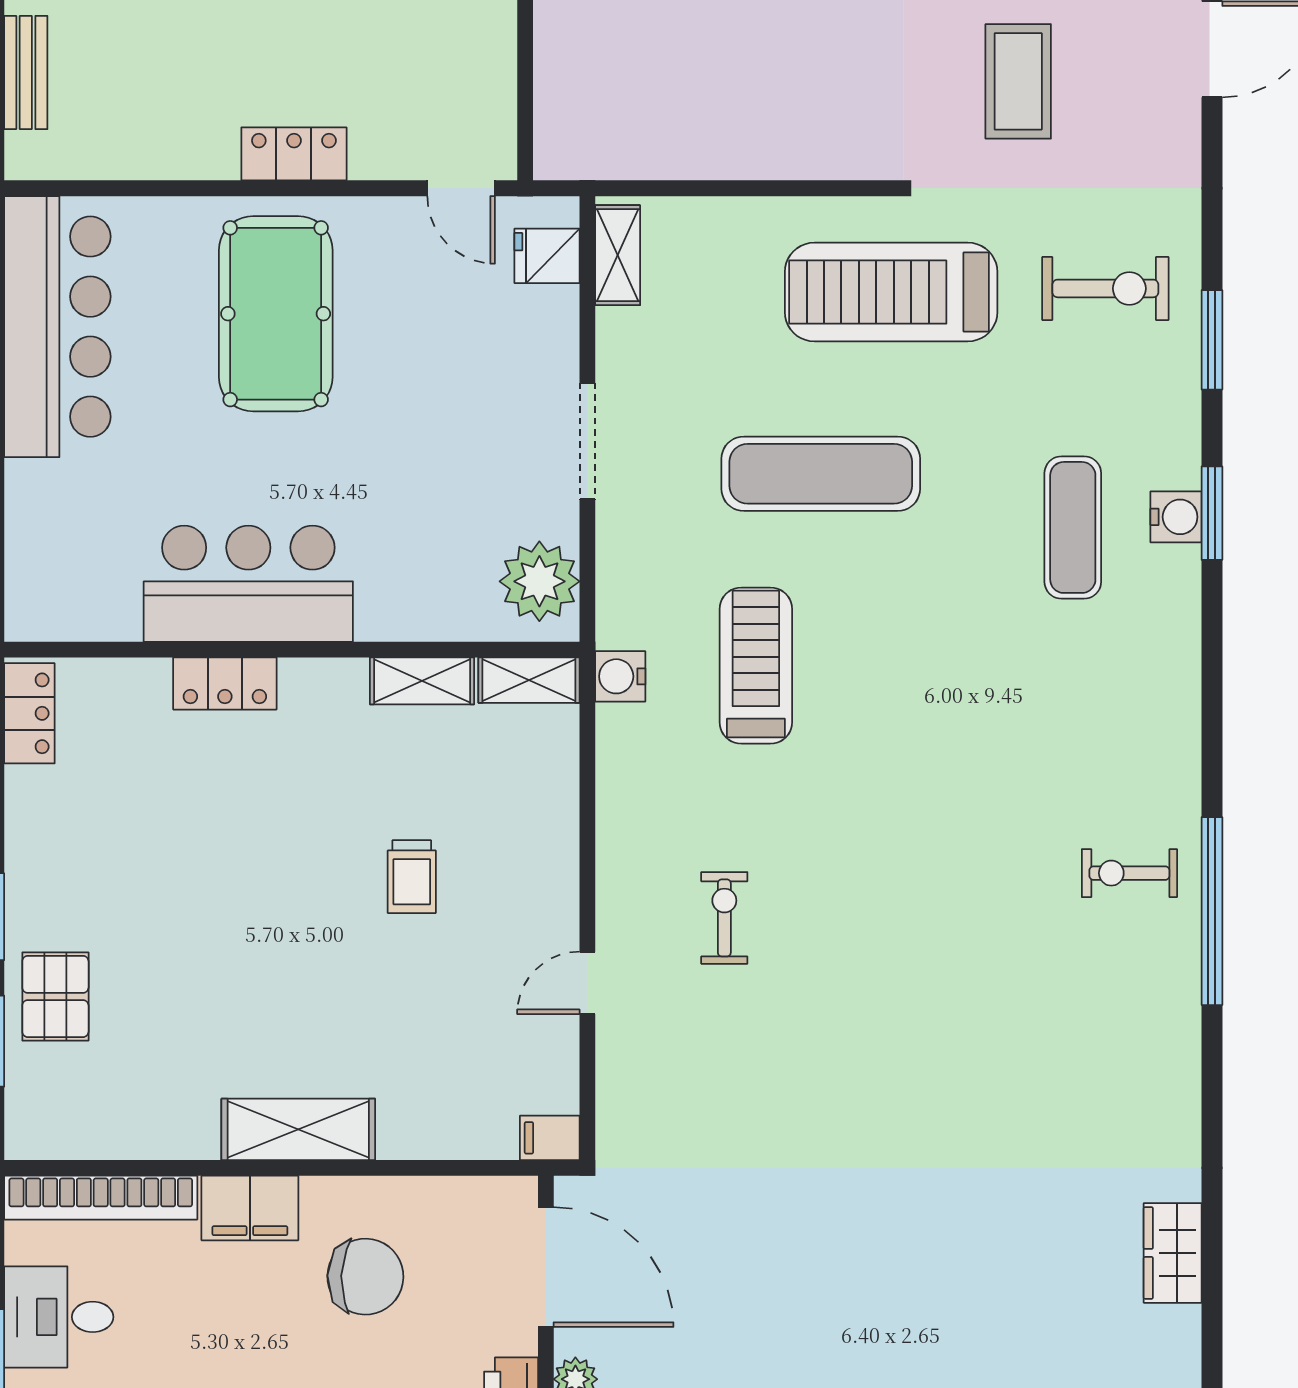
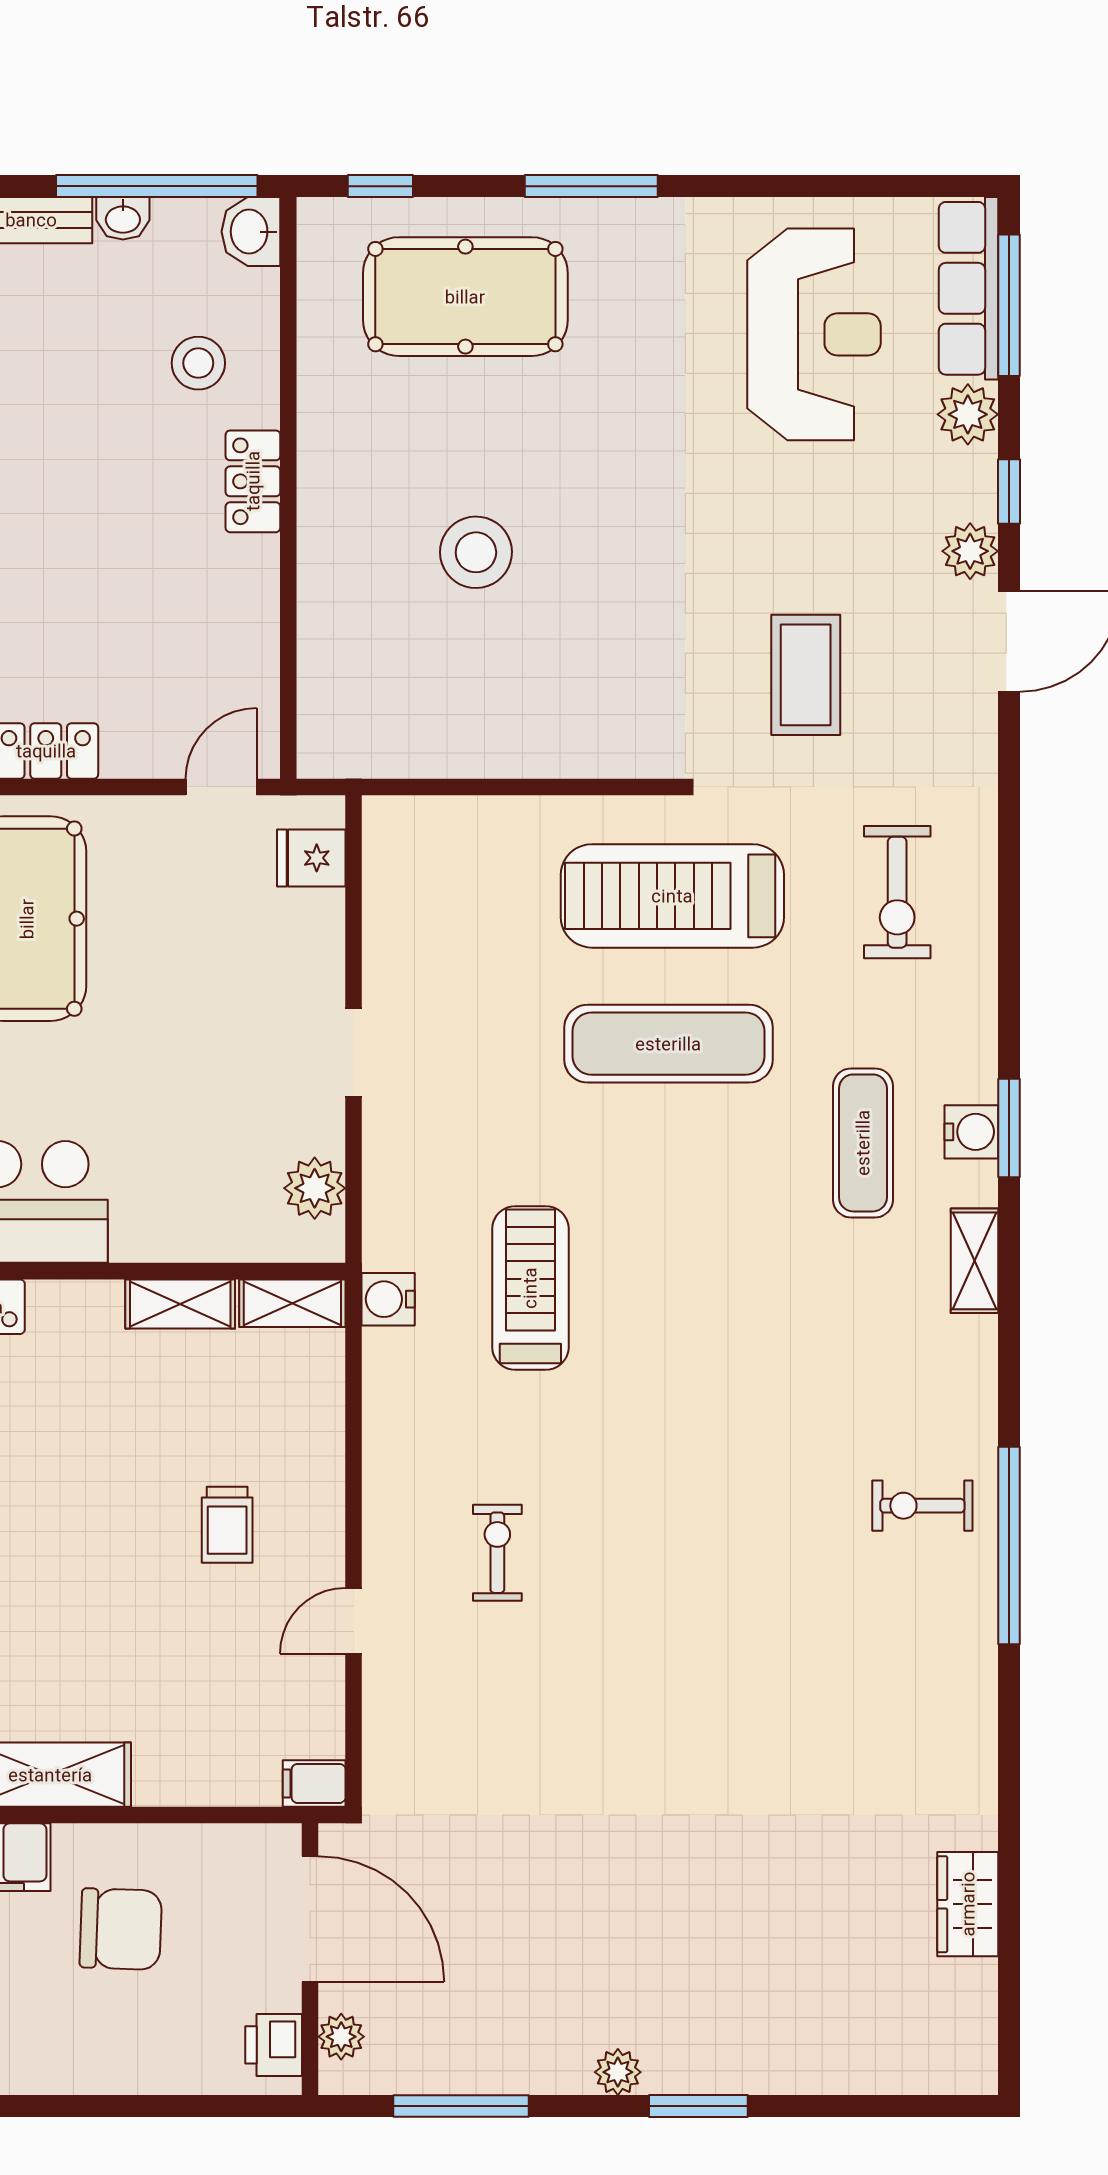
door: (461, 188) -> (221, 787), swing flipped
shelving: (618, 255) -> (974, 1261), moved
exercise bike: (1105, 288) -> (897, 892), turned 90
window: (1212, 340) -> (1009, 946), removed
doorway: (587, 441) -> (354, 1052), width x0.73
exercise mat: (821, 474) -> (668, 1044), moved
plant: (539, 581) -> (315, 1188), width x0.73, depth x0.73
trolley: (412, 877) -> (227, 1525), moved

